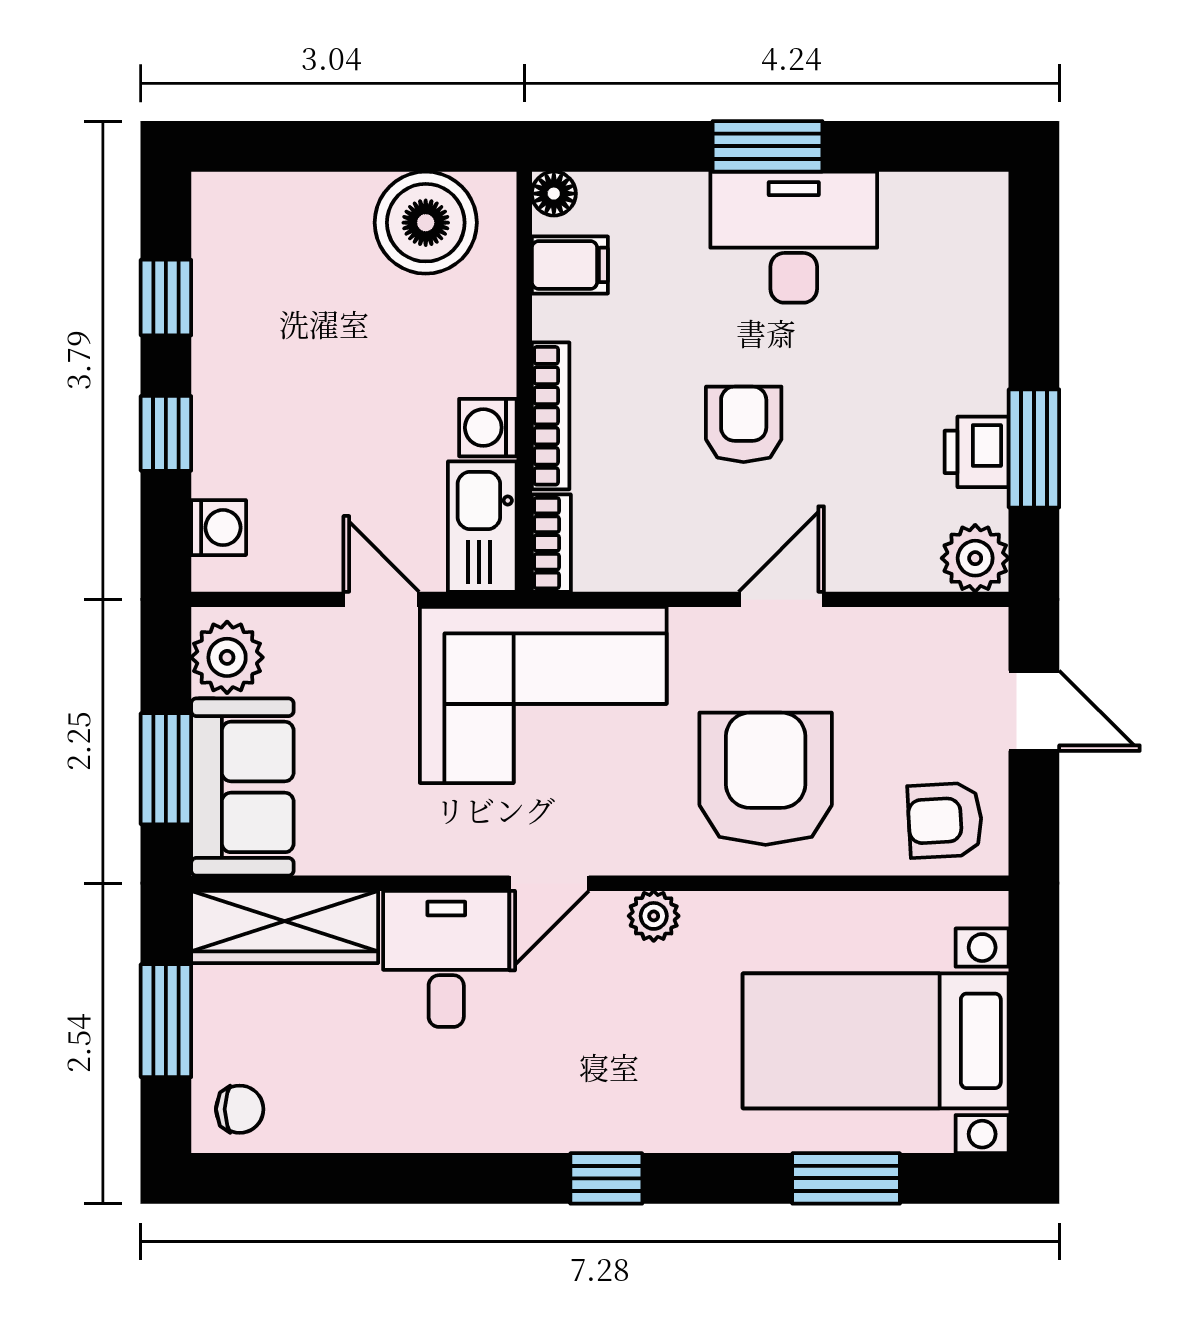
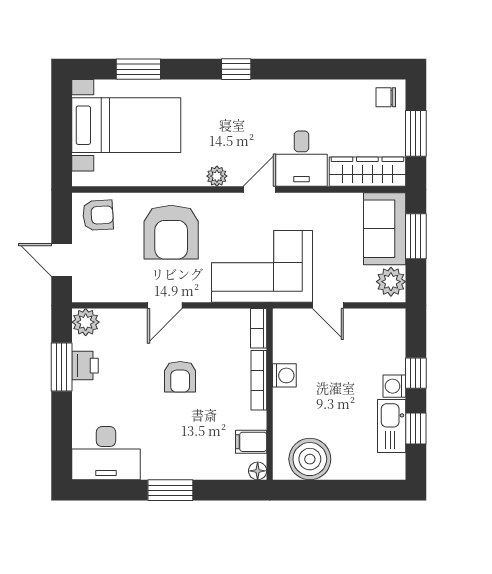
desk: (794, 237) -> (106, 453), moved
kitchen sink: (482, 527) -> (392, 426), moved, turned 180
washing machine: (219, 528) -> (394, 386), moved

